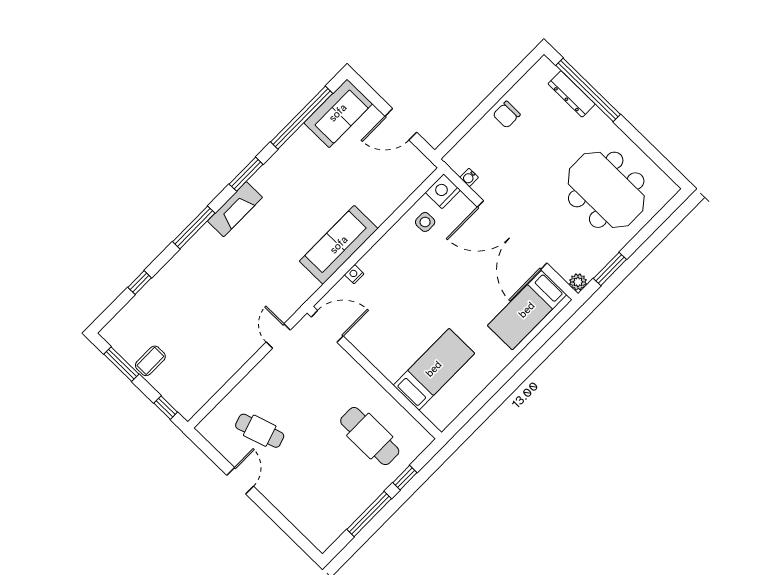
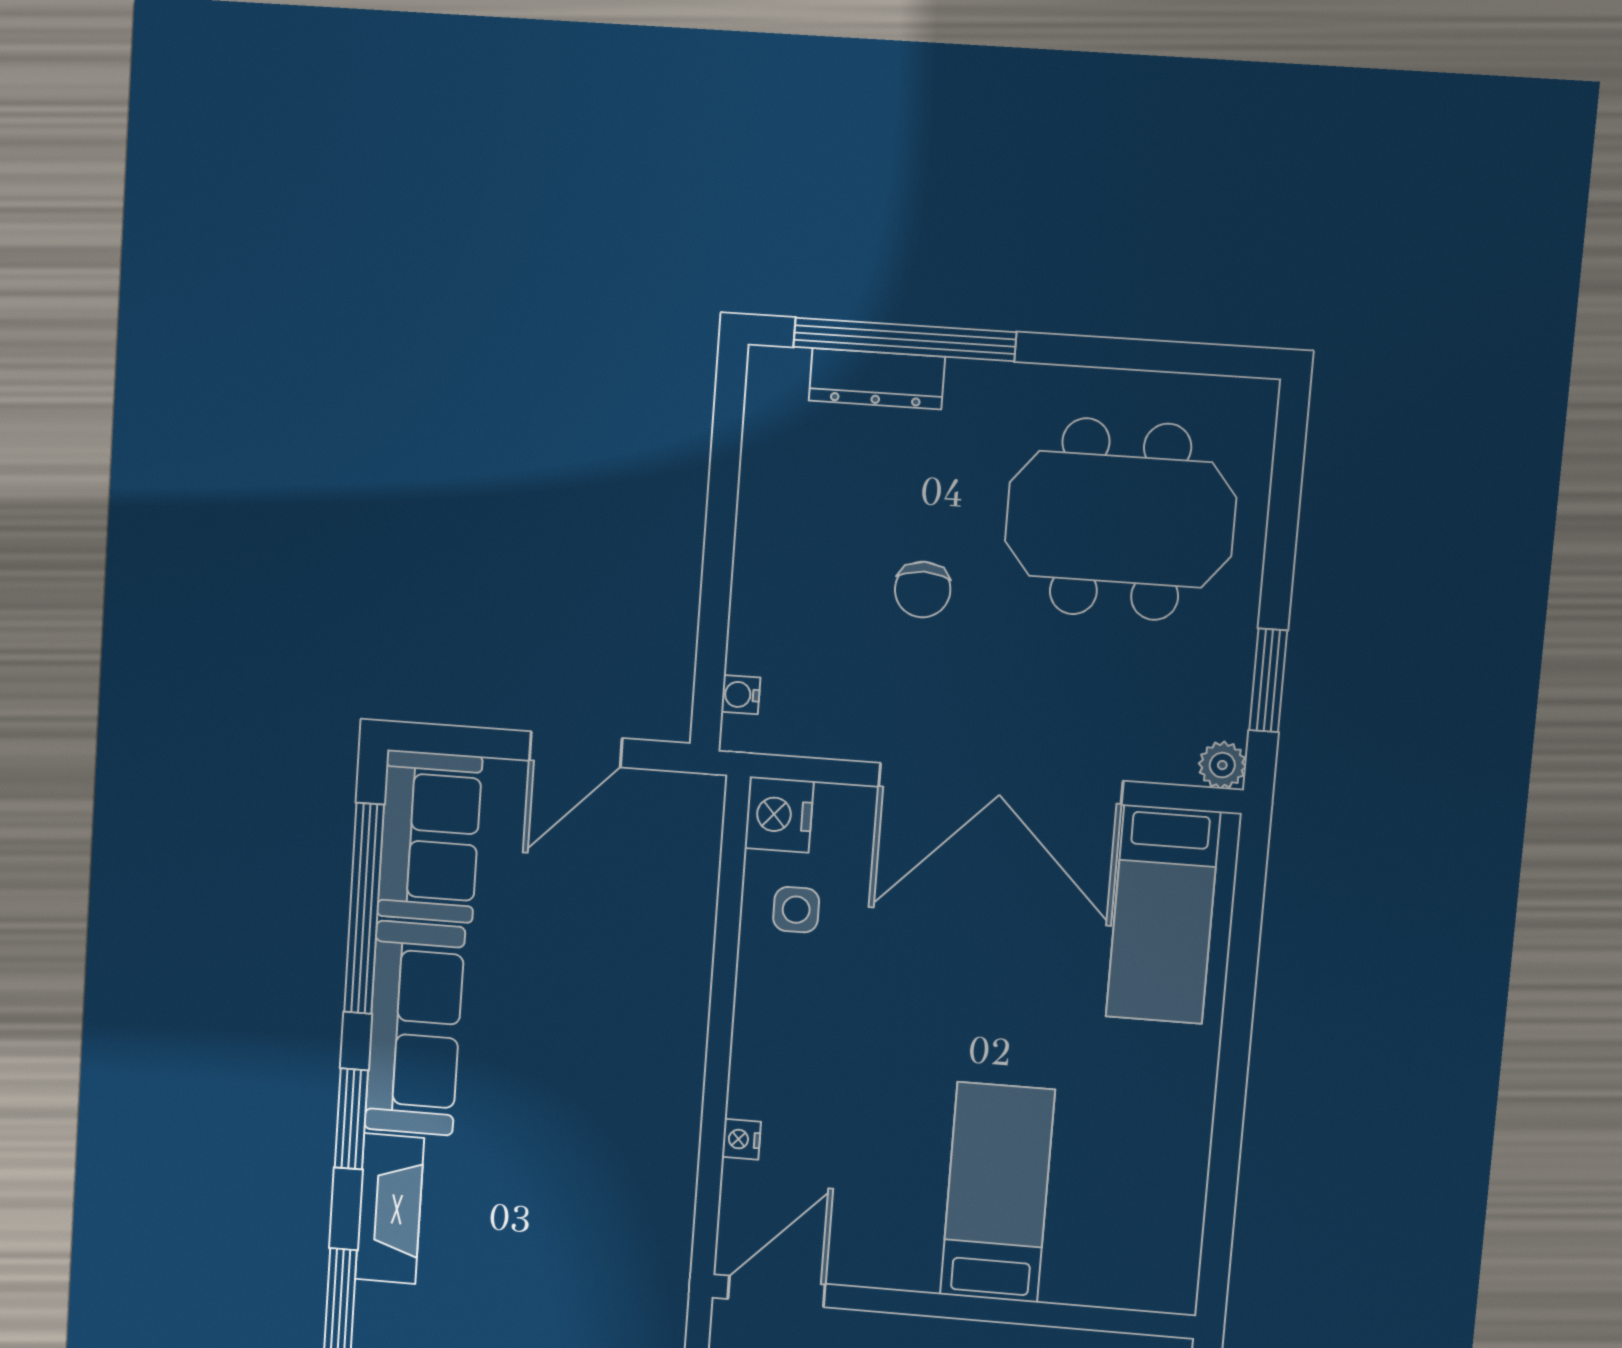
chair: (507, 115) -> (923, 590), moved
water cooler: (469, 177) -> (741, 695), moved, turned 90
sofa: (339, 245) -> (415, 1028), moved, turned 180
bed: (434, 369) -> (997, 1192), moved

